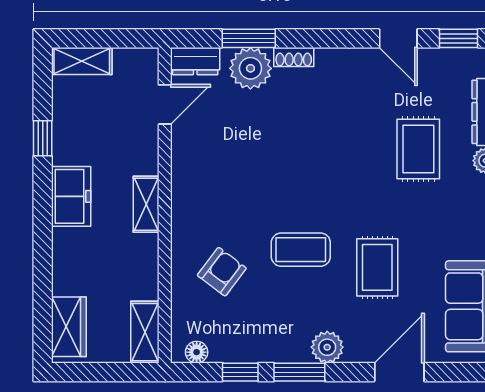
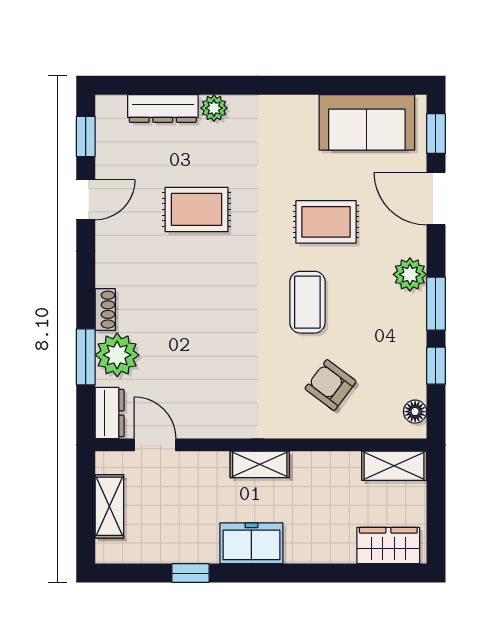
shelving: (82, 61) -> (109, 506), moved
rug: (418, 149) -> (197, 209), moved
window: (462, 372) -> (436, 133), added

